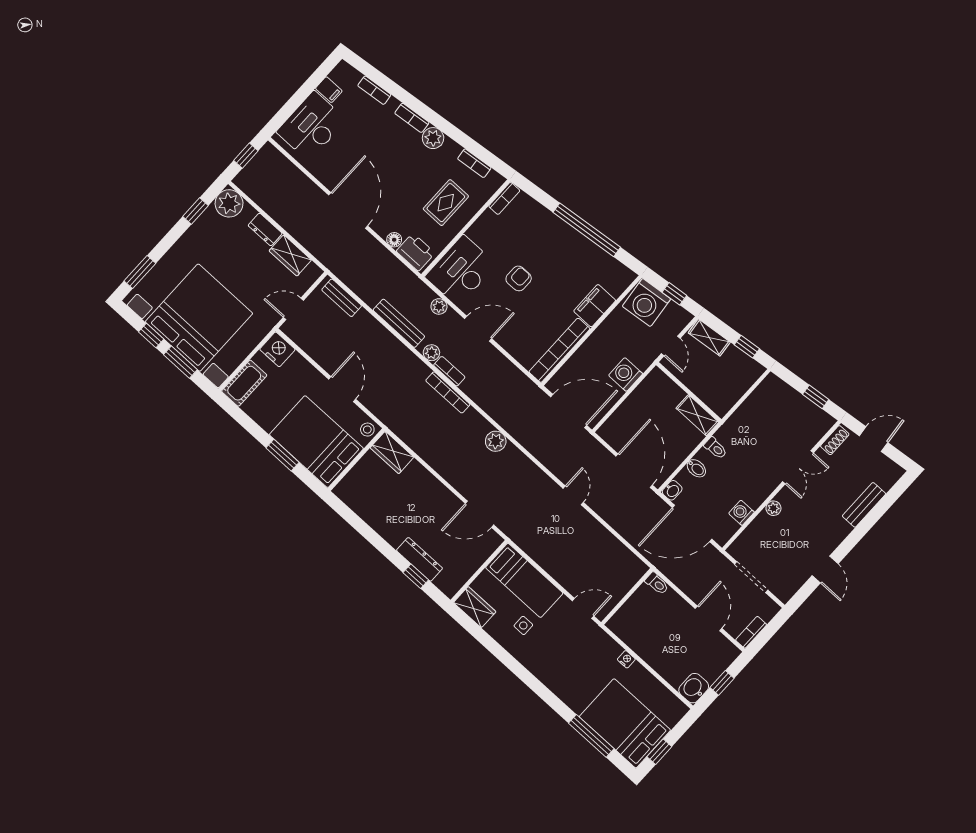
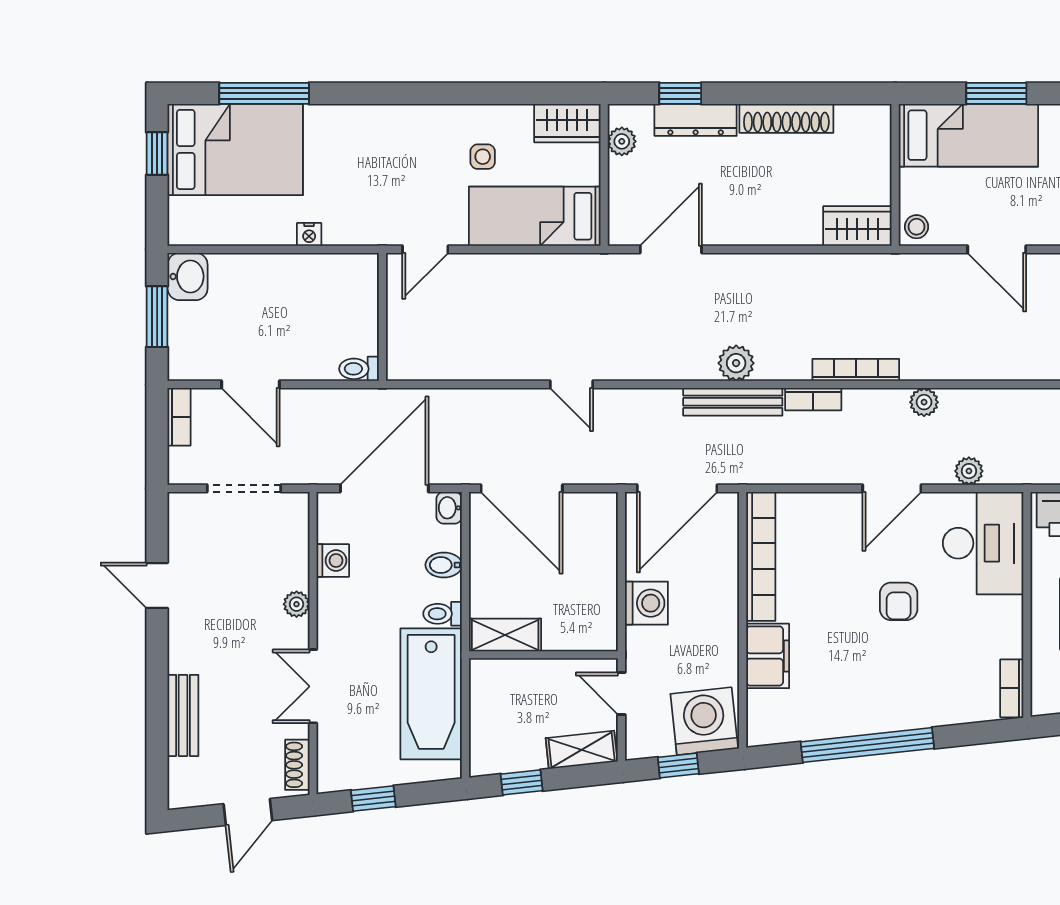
bench: (399, 323) -> (733, 402), moved
bookcase: (449, 371) -> (813, 399), moved
bathtub: (751, 419) -> (431, 694), added
bed: (316, 442) -> (968, 135), width x0.67
shoe rack: (381, 525) -> (786, 118), added
plant: (459, 579) -> (622, 141), added
window: (722, 683) -> (157, 317), width x1.50

